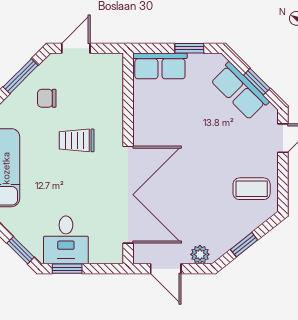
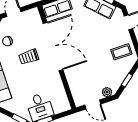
double door: (128, 195) -> (53, 47), moved

